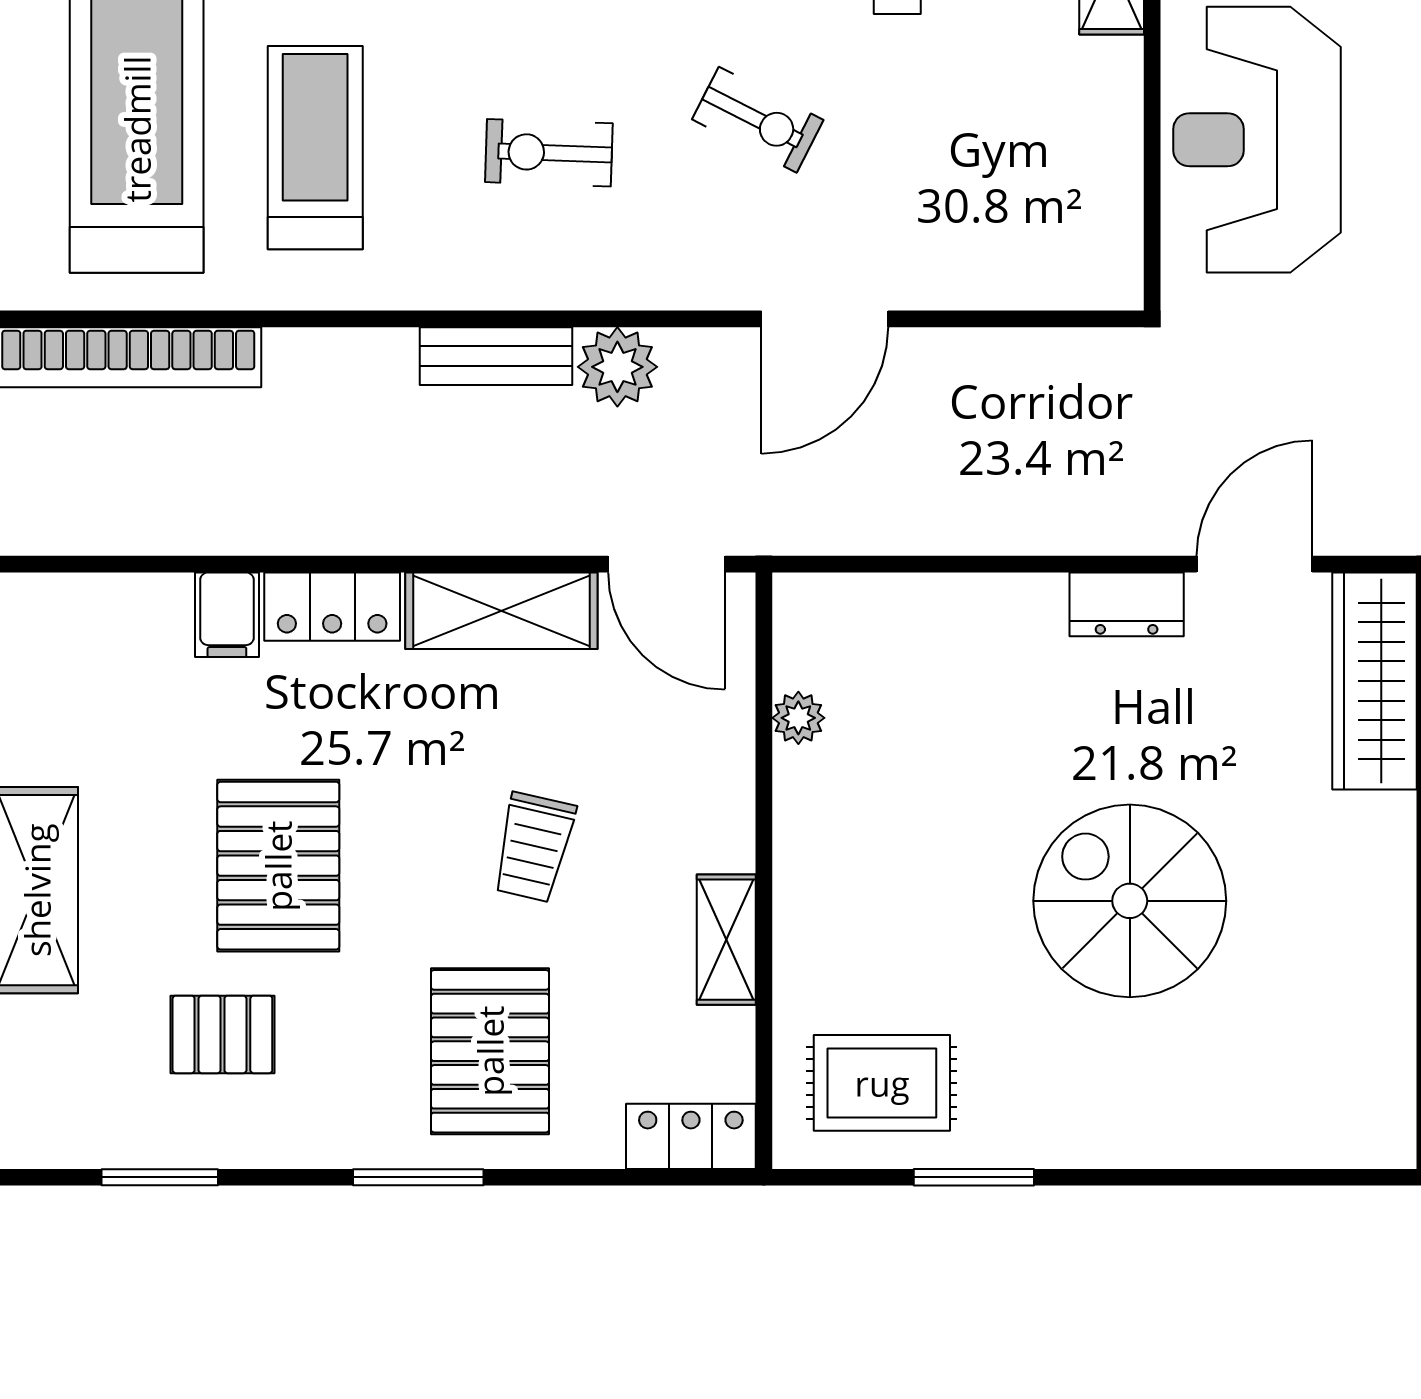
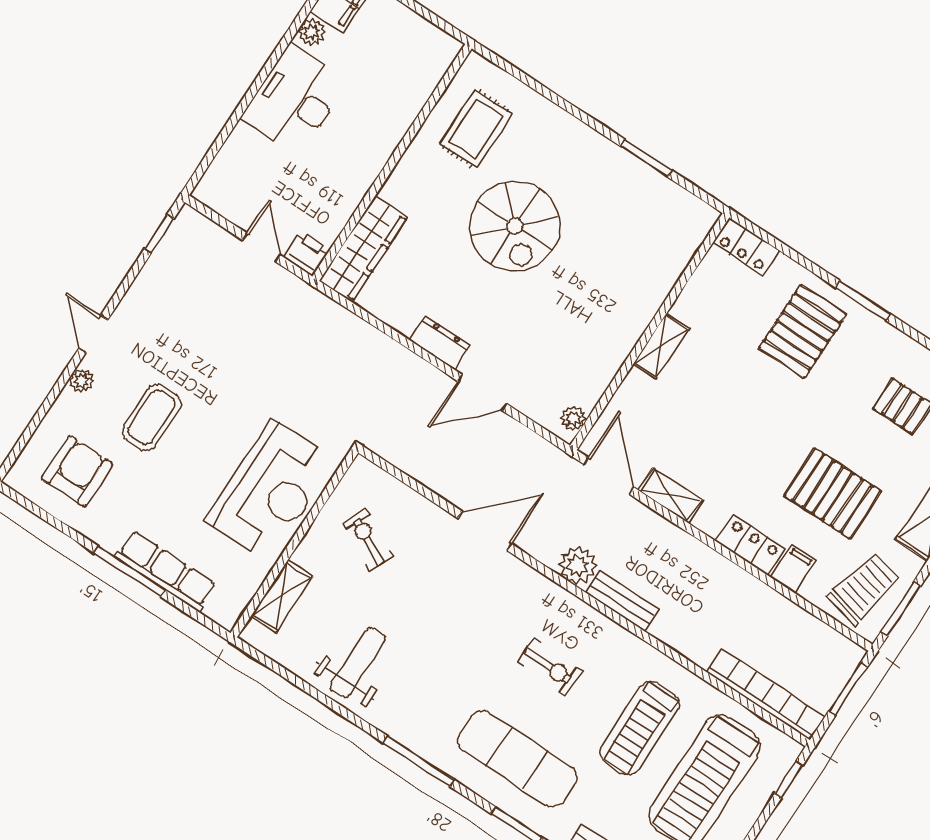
exercise bike: (758, 120) -> (368, 540), moved
door: (1255, 564) -> (482, 393), moved
shelving: (501, 611) -> (670, 496), width x0.67, depth x0.75
plant: (798, 718) -> (573, 419), moved
trolley: (534, 847) -> (864, 589), moved, width x1.36, depth x1.39
pallet: (278, 866) -> (833, 493), moved, turned 90
shelving: (726, 940) -> (661, 346), moved
rug: (882, 1083) -> (476, 129), moved, turned 90

